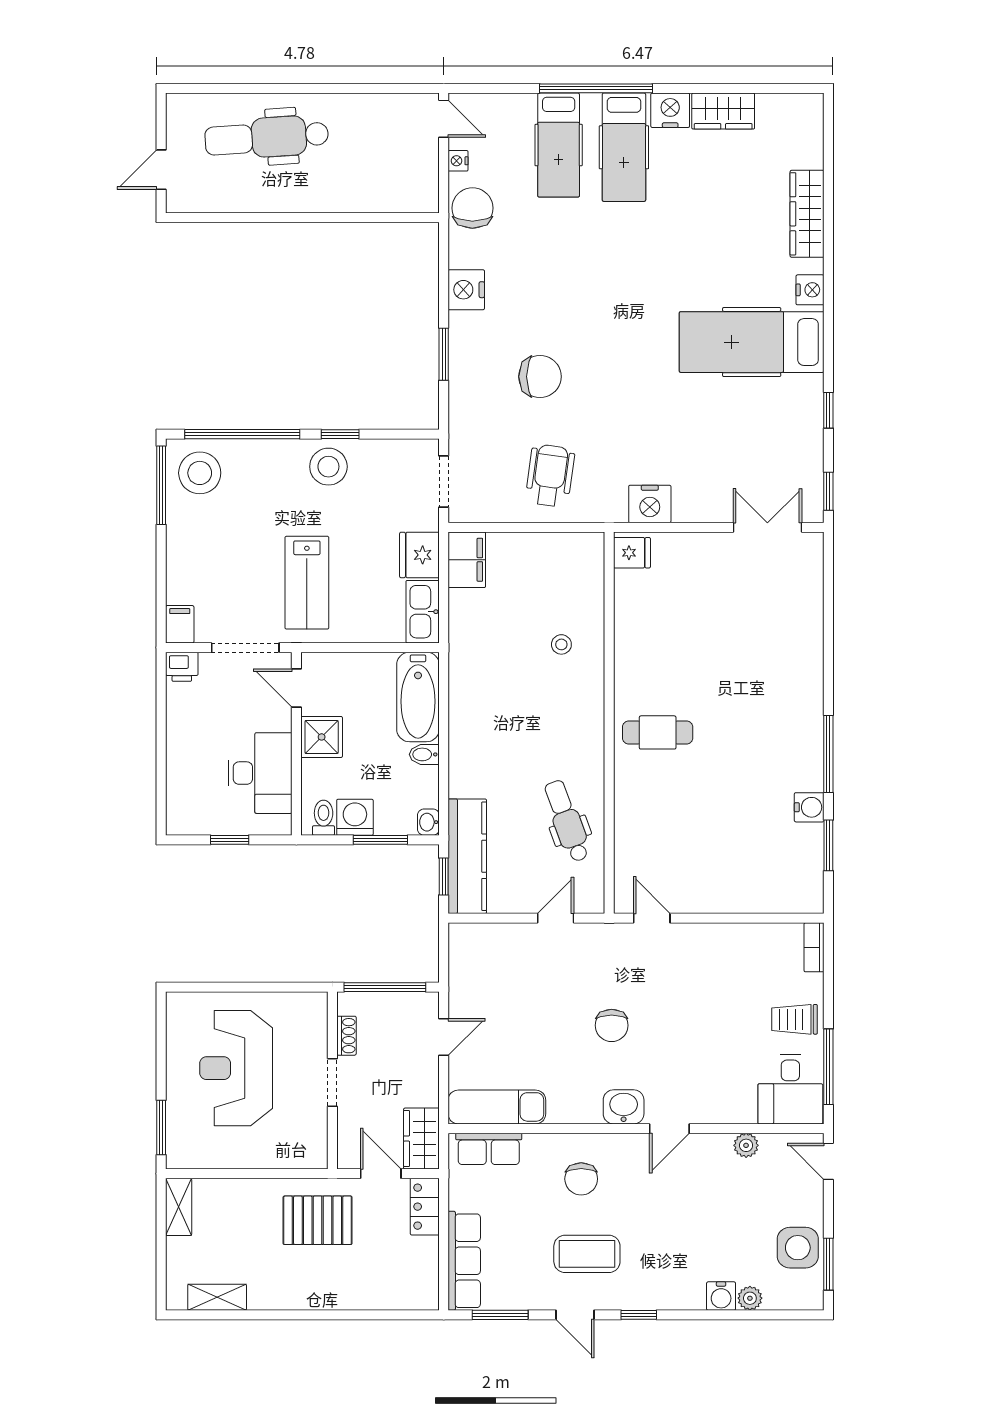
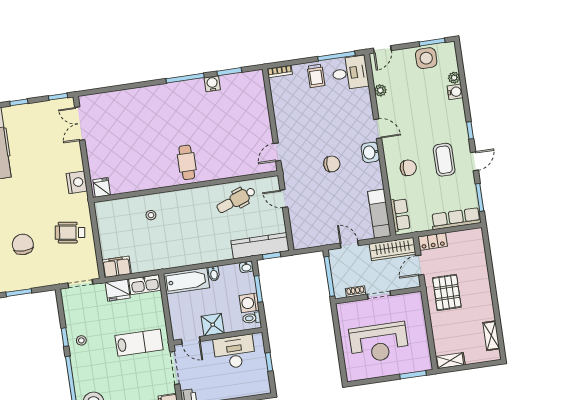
stool: (328, 467) -> (81, 340), width x0.53, depth x0.53
door: (296, 688) -> (191, 340), hinge flipped
wardrobe: (421, 1139) -> (393, 249), width x1.50

